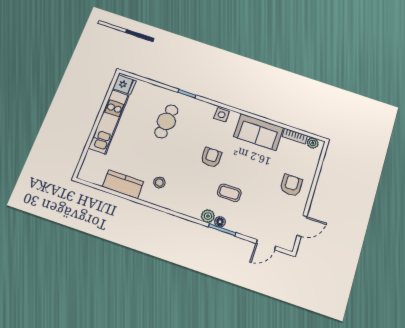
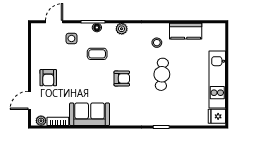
side table: (222, 115) -> (71, 38), moved
cafe table: (166, 121) -> (162, 74), moved
armchair: (211, 157) -> (122, 78), turned -90
plant: (208, 216) -> (122, 29), moved
door: (302, 226) -> (29, 100), moved

